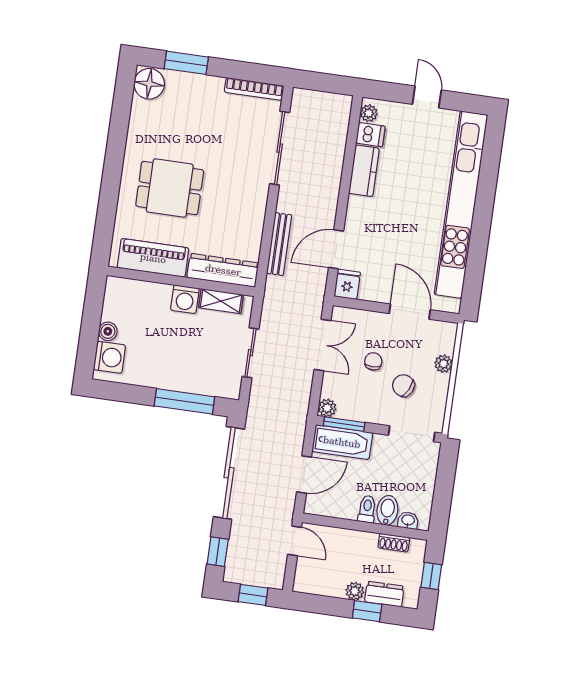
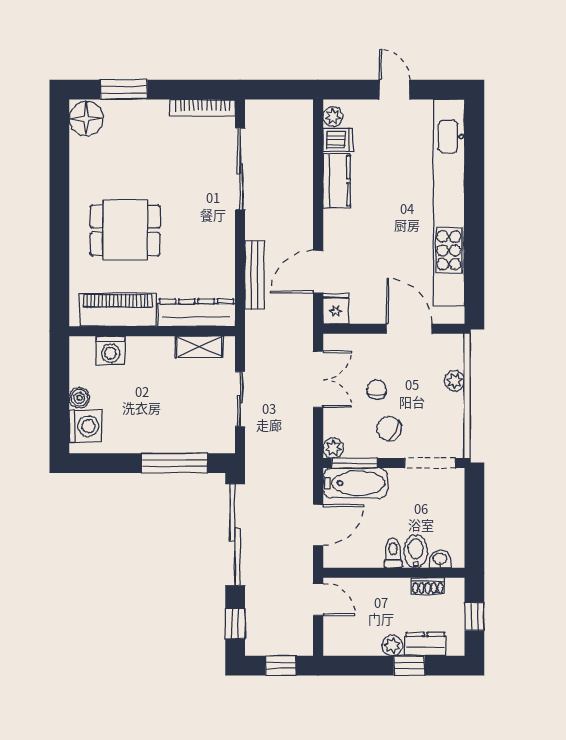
washing machine: (185, 299) -> (111, 350), moved
chair: (403, 386) -> (389, 429), moved

